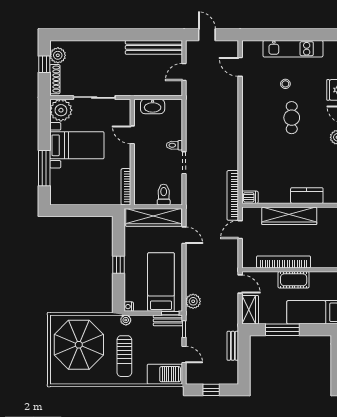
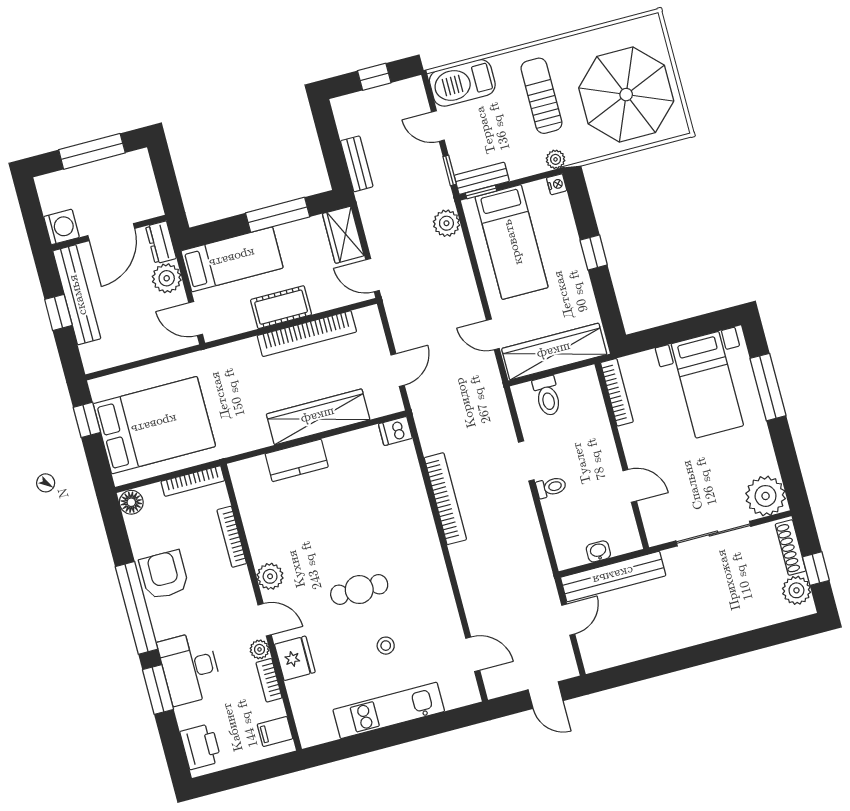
bench: (154, 47) -> (613, 576), moved
washbasin: (153, 106) -> (598, 551), width x0.52, depth x0.69
cafe table: (292, 118) -> (359, 590), turned 90
bed with nightstands: (77, 145) -> (707, 385), moved, turned -90
bookcase: (233, 195) -> (445, 499), moved

